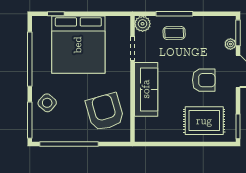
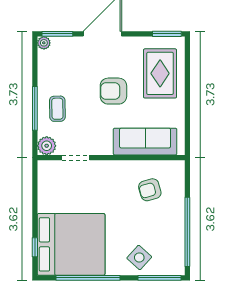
plant: (230, 44) -> (44, 43), moved
bed: (78, 45) -> (71, 244), moved
armchair: (204, 80) -> (113, 91), moved, turned -90
sofa: (146, 89) -> (145, 142), moved
armchair: (105, 112) -> (150, 190), width x0.53, depth x0.53

